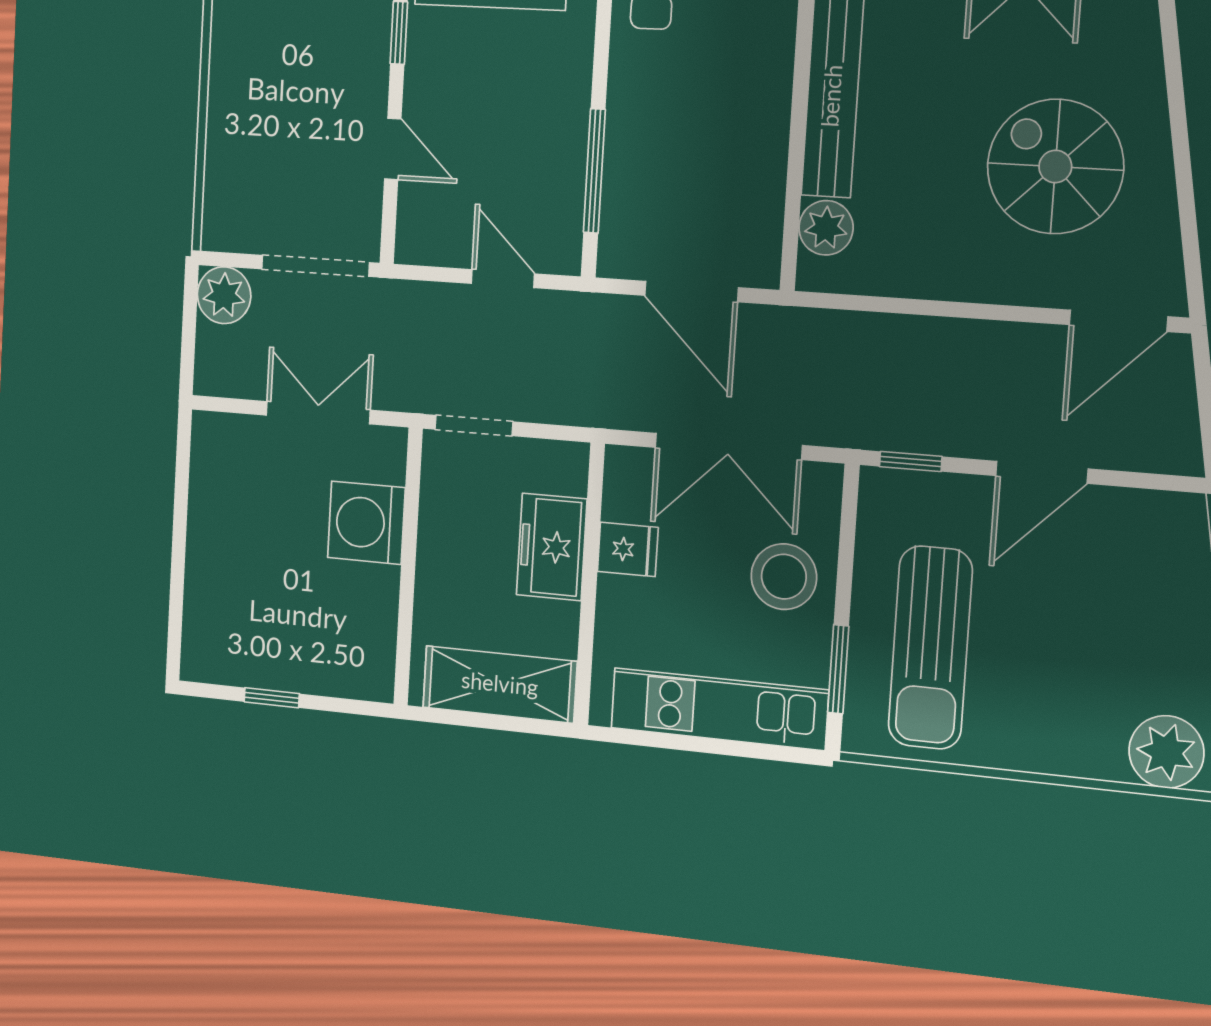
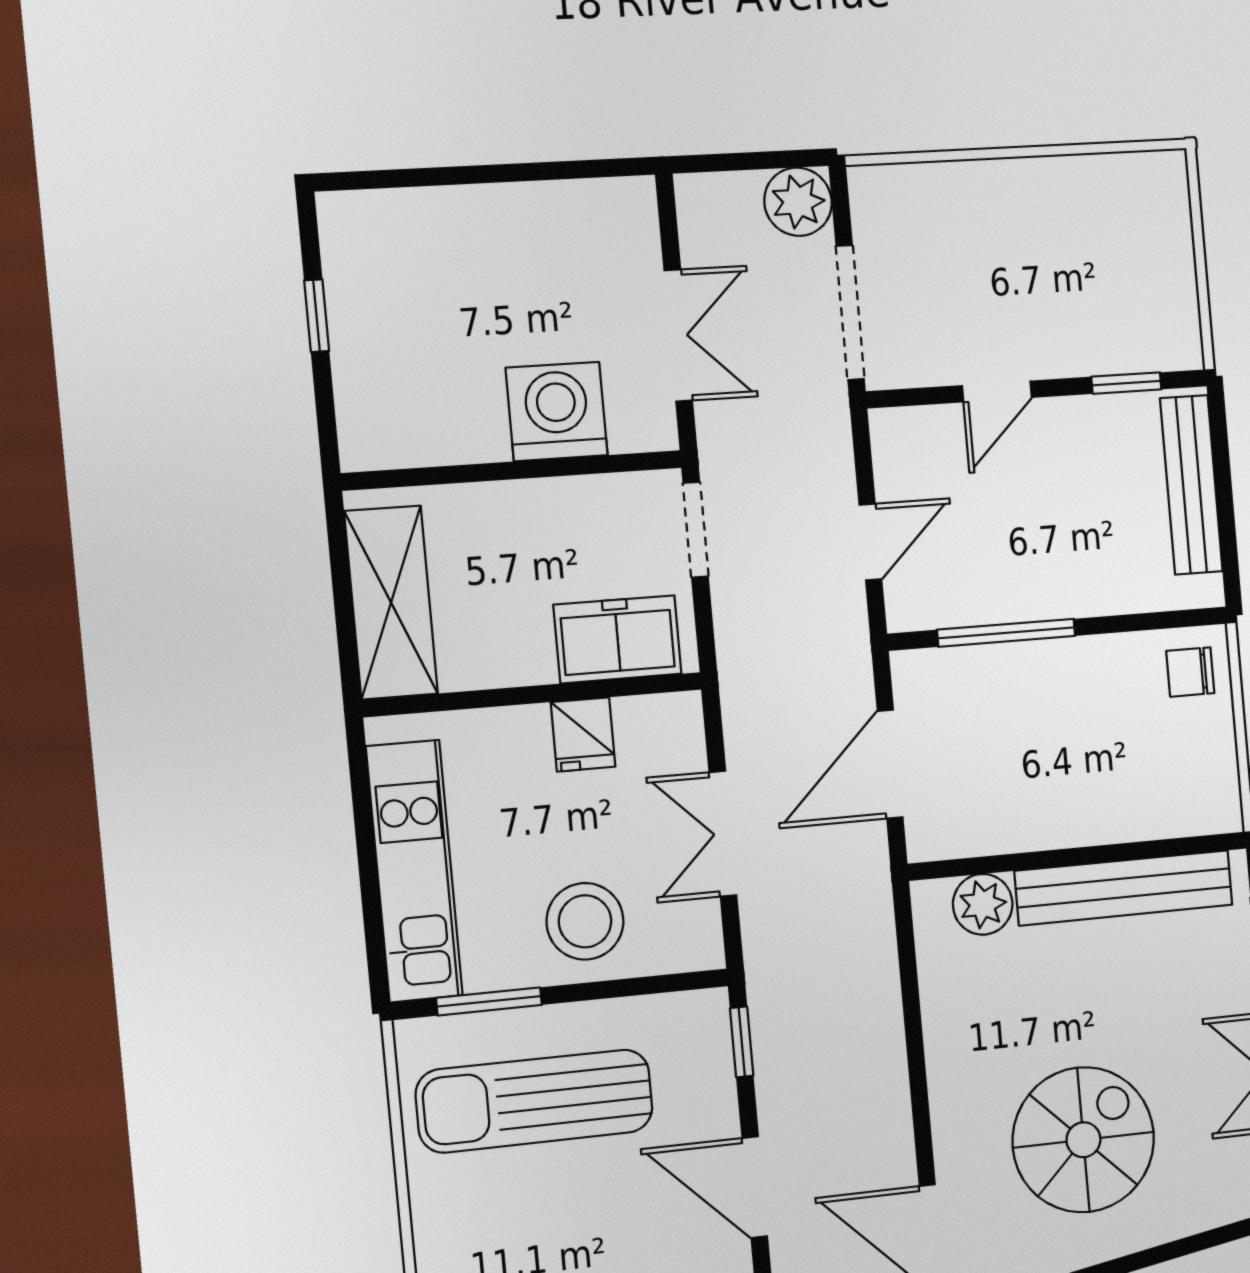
double door: (728, 446) -> (723, 834), width x0.73
freezer: (552, 547) -> (618, 639), moved

